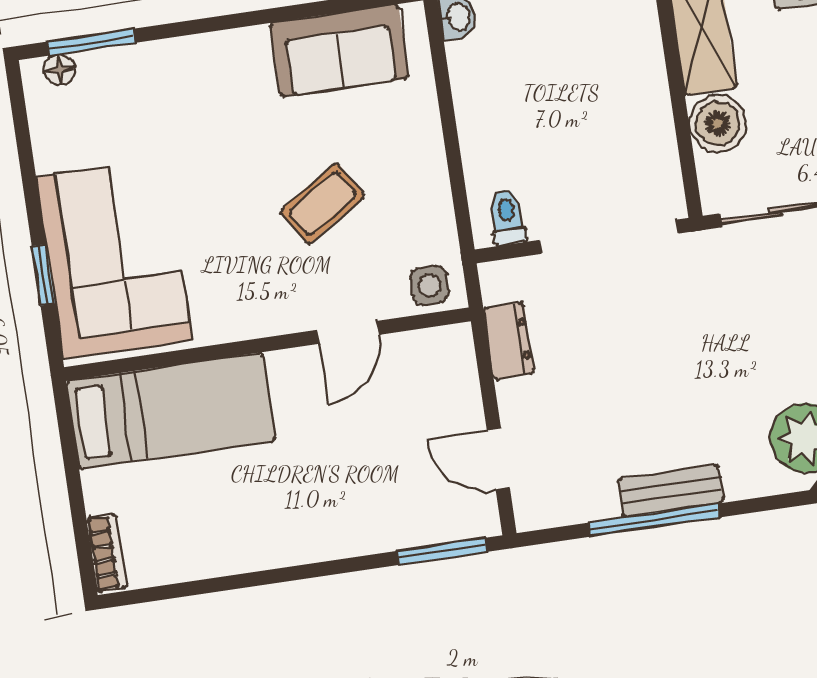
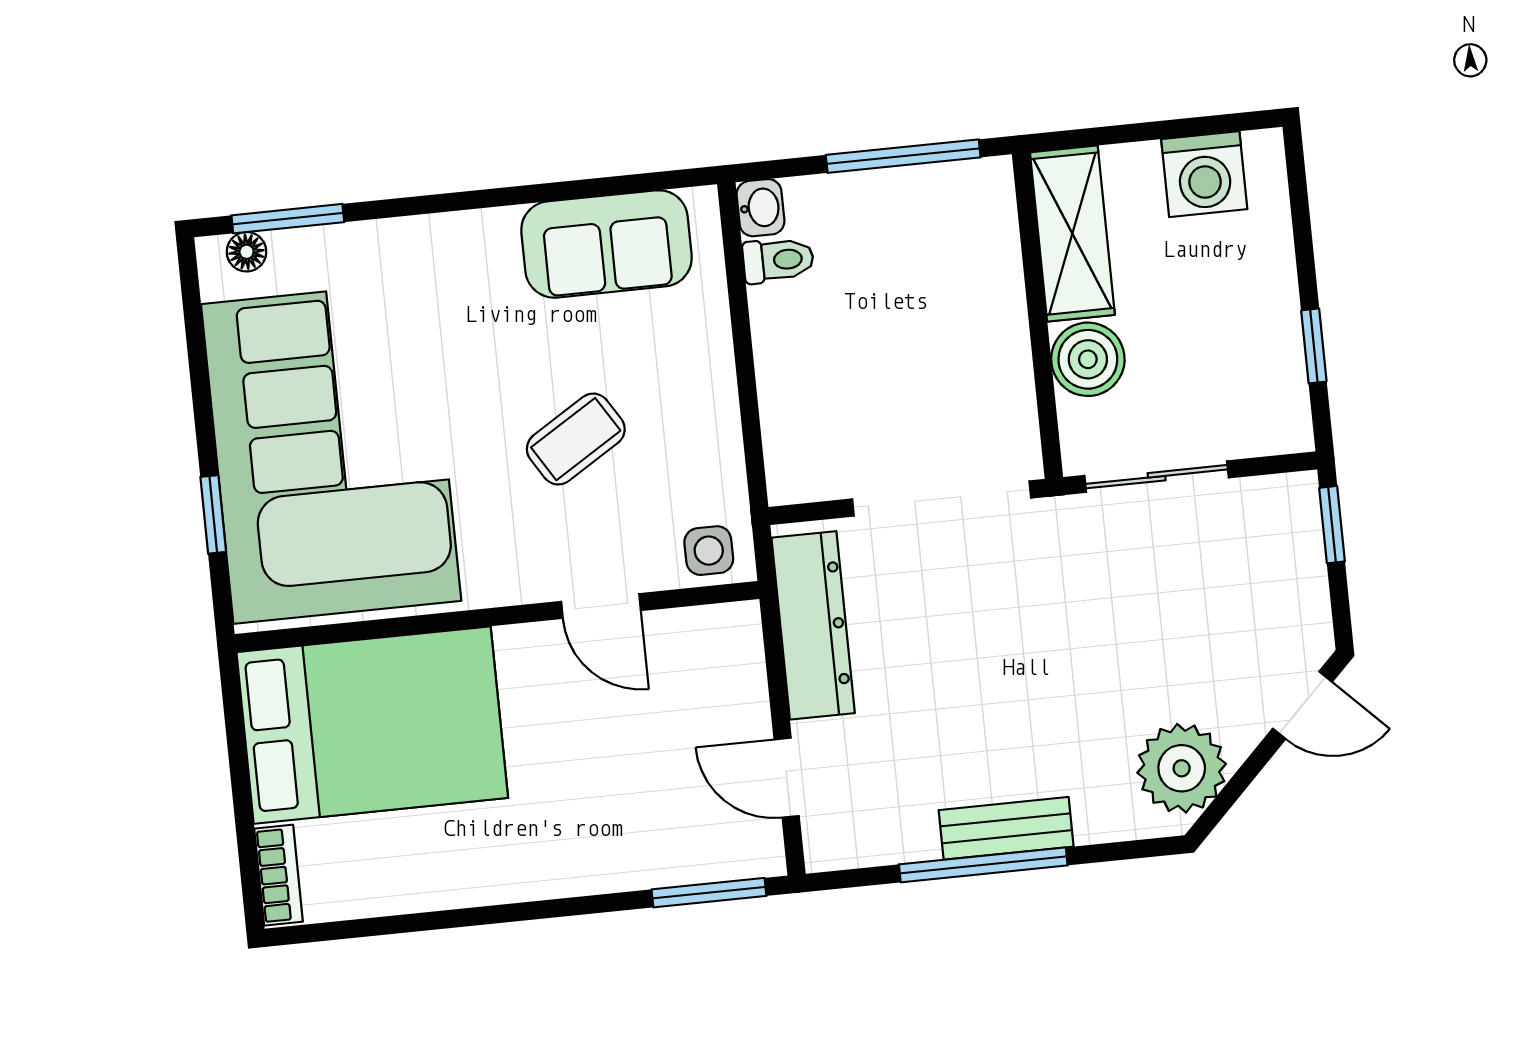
toilet: (507, 217) -> (778, 260), moved, turned 90
corner sofa: (114, 259) -> (331, 452), width x1.36, depth x1.36
door: (348, 332) -> (601, 606), hinge flipped
dresser: (509, 341) -> (813, 625), width x1.96, depth x1.24
bed: (171, 411) -> (372, 725), width x1.50

